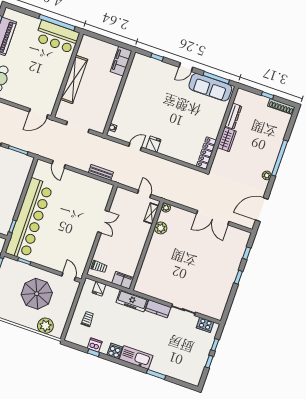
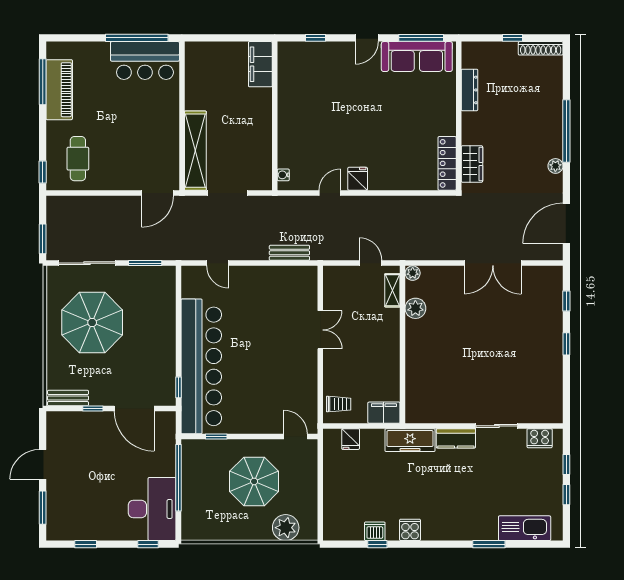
shelving: (74, 79) -> (195, 151), moved
wardrobe: (227, 139) -> (472, 164), moved
trolley: (87, 319) -> (349, 494), removed
kitchen sink: (136, 357) -> (525, 528), moved

